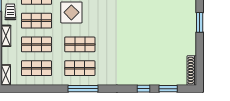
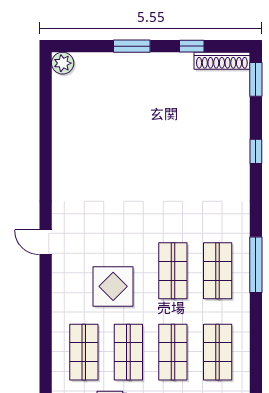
window: (200, 54) -> (192, 46), added
window: (168, 89) -> (256, 79), moved

